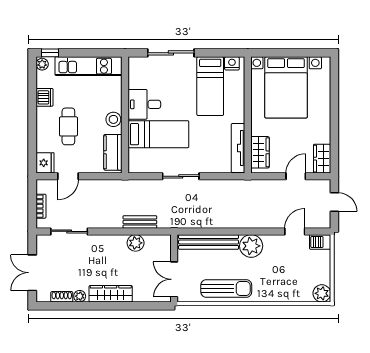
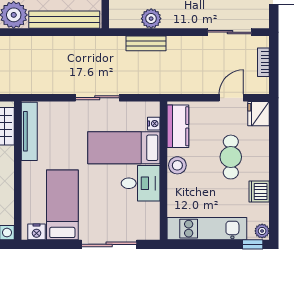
nightstand: (133, 155) -> (154, 124), added

